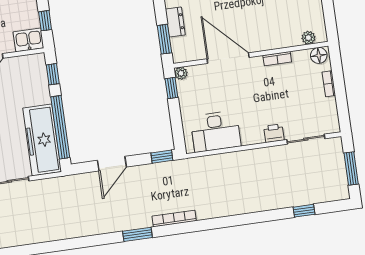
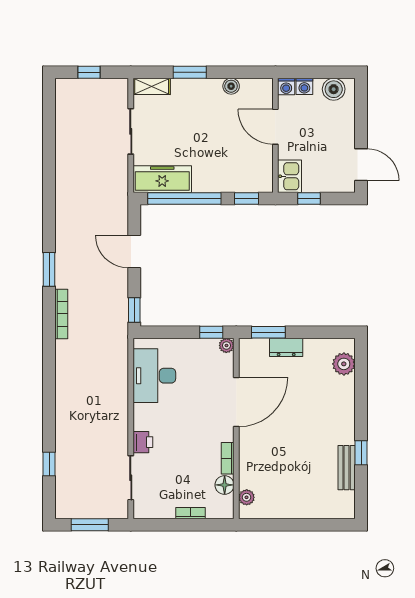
floor lamp: (319, 55) -> (225, 485), moved
freezer: (42, 140) -> (162, 179), width x0.73, depth x0.79

